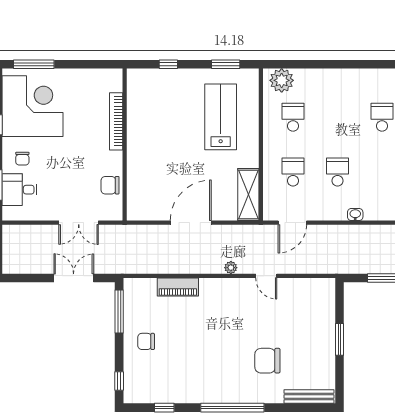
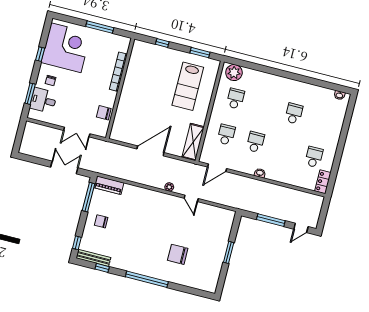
window: (34, 64) -> (100, 27), moved
lab bench: (221, 117) -> (188, 86), turned 180
piano: (178, 287) -> (109, 185), moved
bench: (309, 396) -> (93, 258), moved

